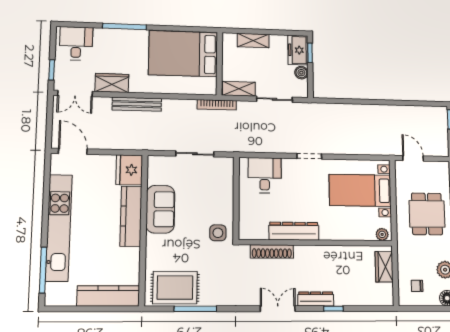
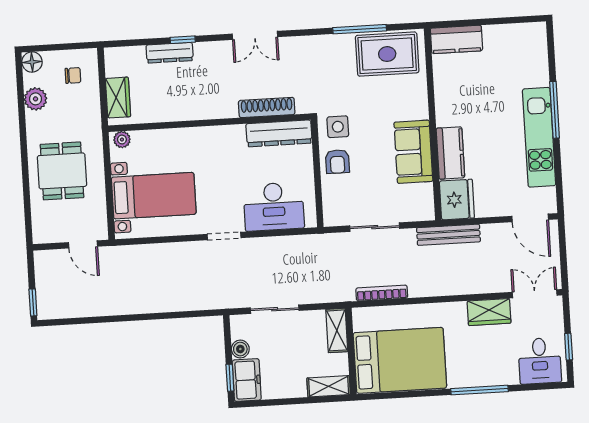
shelving: (253, 40) -> (329, 386), moved
window: (52, 70) -> (569, 347), moved
shelving: (239, 89) -> (337, 330), moved, turned 90
bench: (137, 104) -> (448, 235), moved
bookcase: (217, 105) -> (382, 293), moved
desk: (265, 175) -> (274, 207), width x1.37
armchair: (220, 206) -> (337, 162), added
kitchen counter: (131, 216) -> (450, 153), width x0.67
kitchen unit: (59, 228) -> (539, 137), width x0.73
dresser: (294, 231) -> (279, 133), moved
window: (43, 270) -> (555, 110), moved
kitchen counter: (108, 296) -> (456, 39), width x0.67
dresser: (316, 299) -> (170, 53), moved

